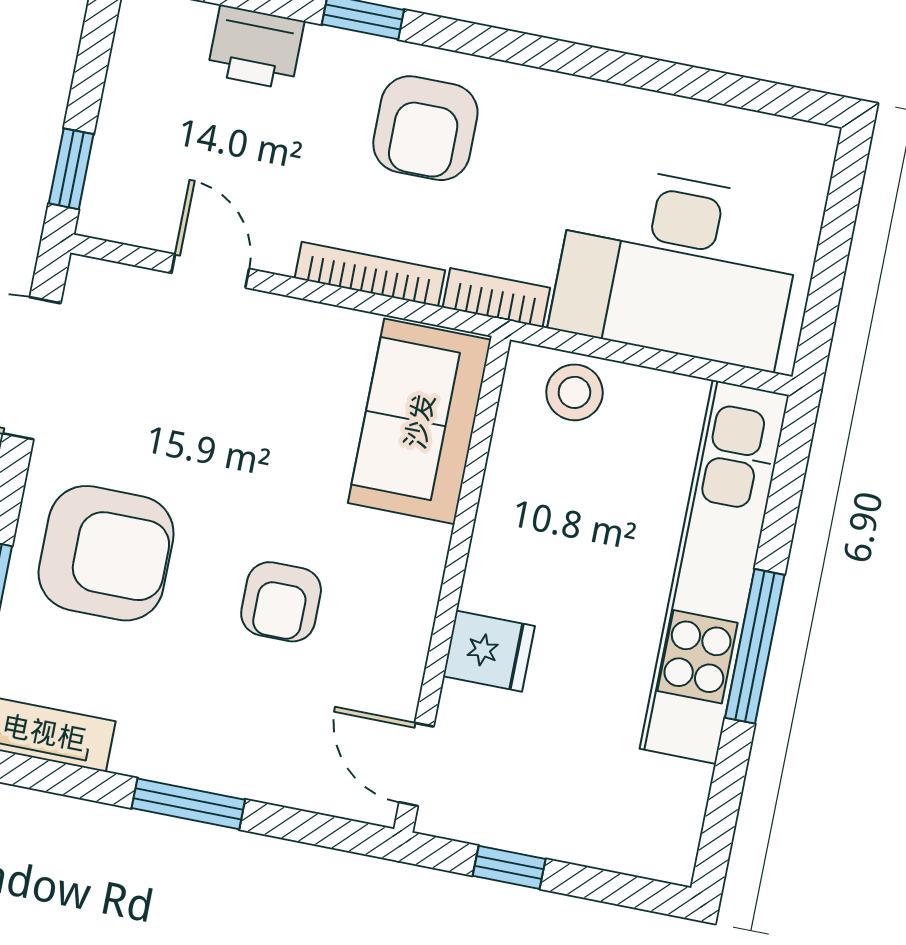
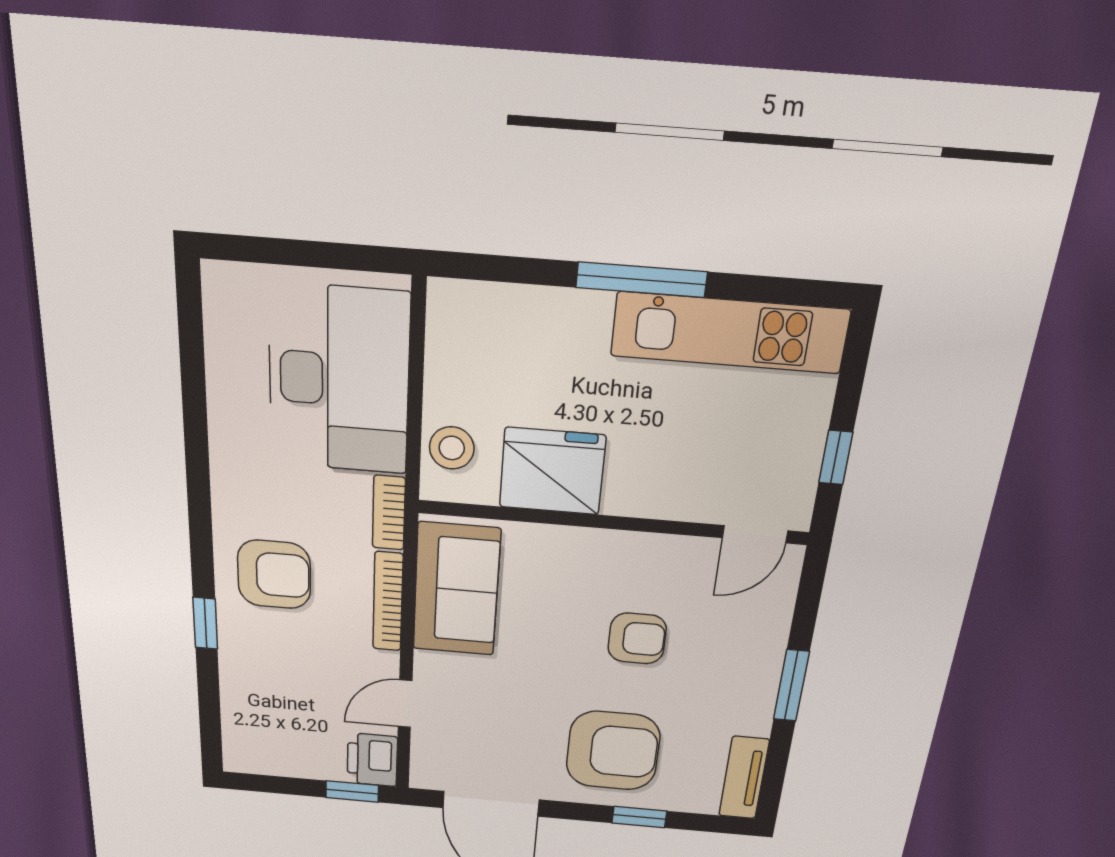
printer: (256, 47) -> (372, 760), moved, turned 180
sofa: (420, 421) -> (456, 590), moved, turned -90
armchair: (106, 553) -> (613, 751), turned 90
kitchen unit: (714, 572) -> (729, 333), moved, width x0.73
fridge: (489, 651) -> (552, 471), moved, width x1.88, depth x1.34

